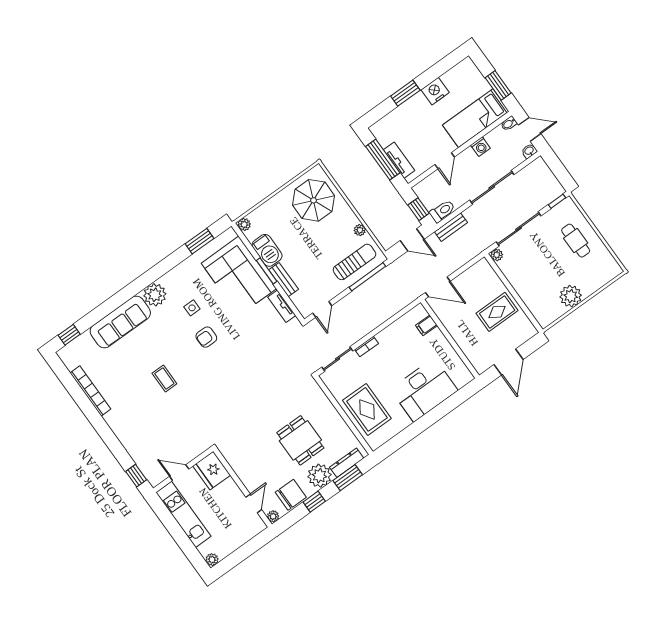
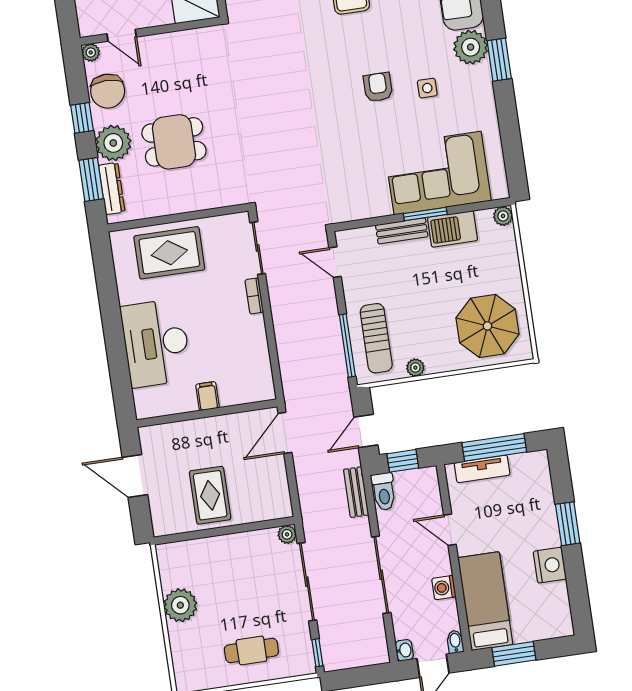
window: (200, 241) -> (499, 60), moved
tv unit: (282, 306) -> (367, 210), removed
filing cabinet: (427, 325) -> (207, 396), moved

